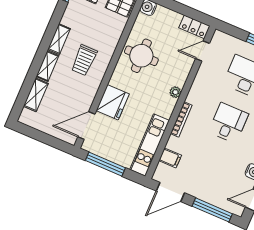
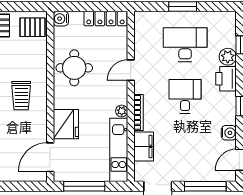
locker: (194, 27) -> (105, 19), width x1.53
door: (203, 51) -> (131, 70), moved
plant: (175, 92) -> (122, 111), moved
filing cabinet: (170, 158) -> (144, 146), width x2.00

